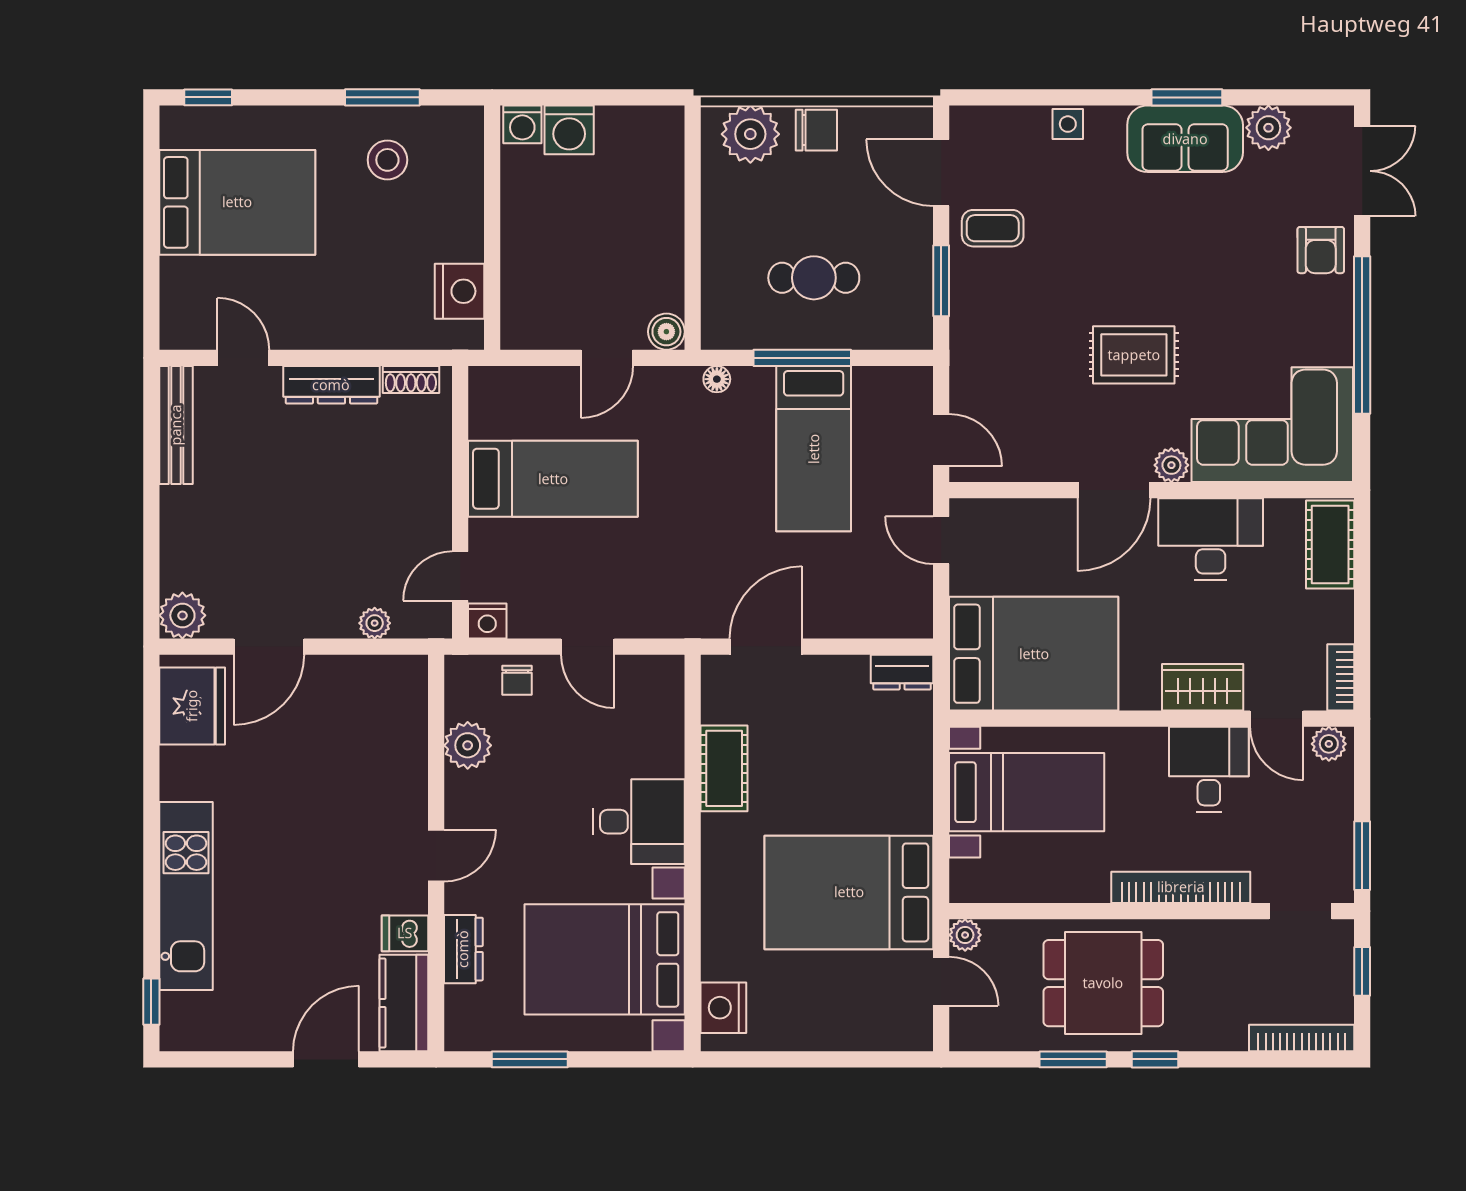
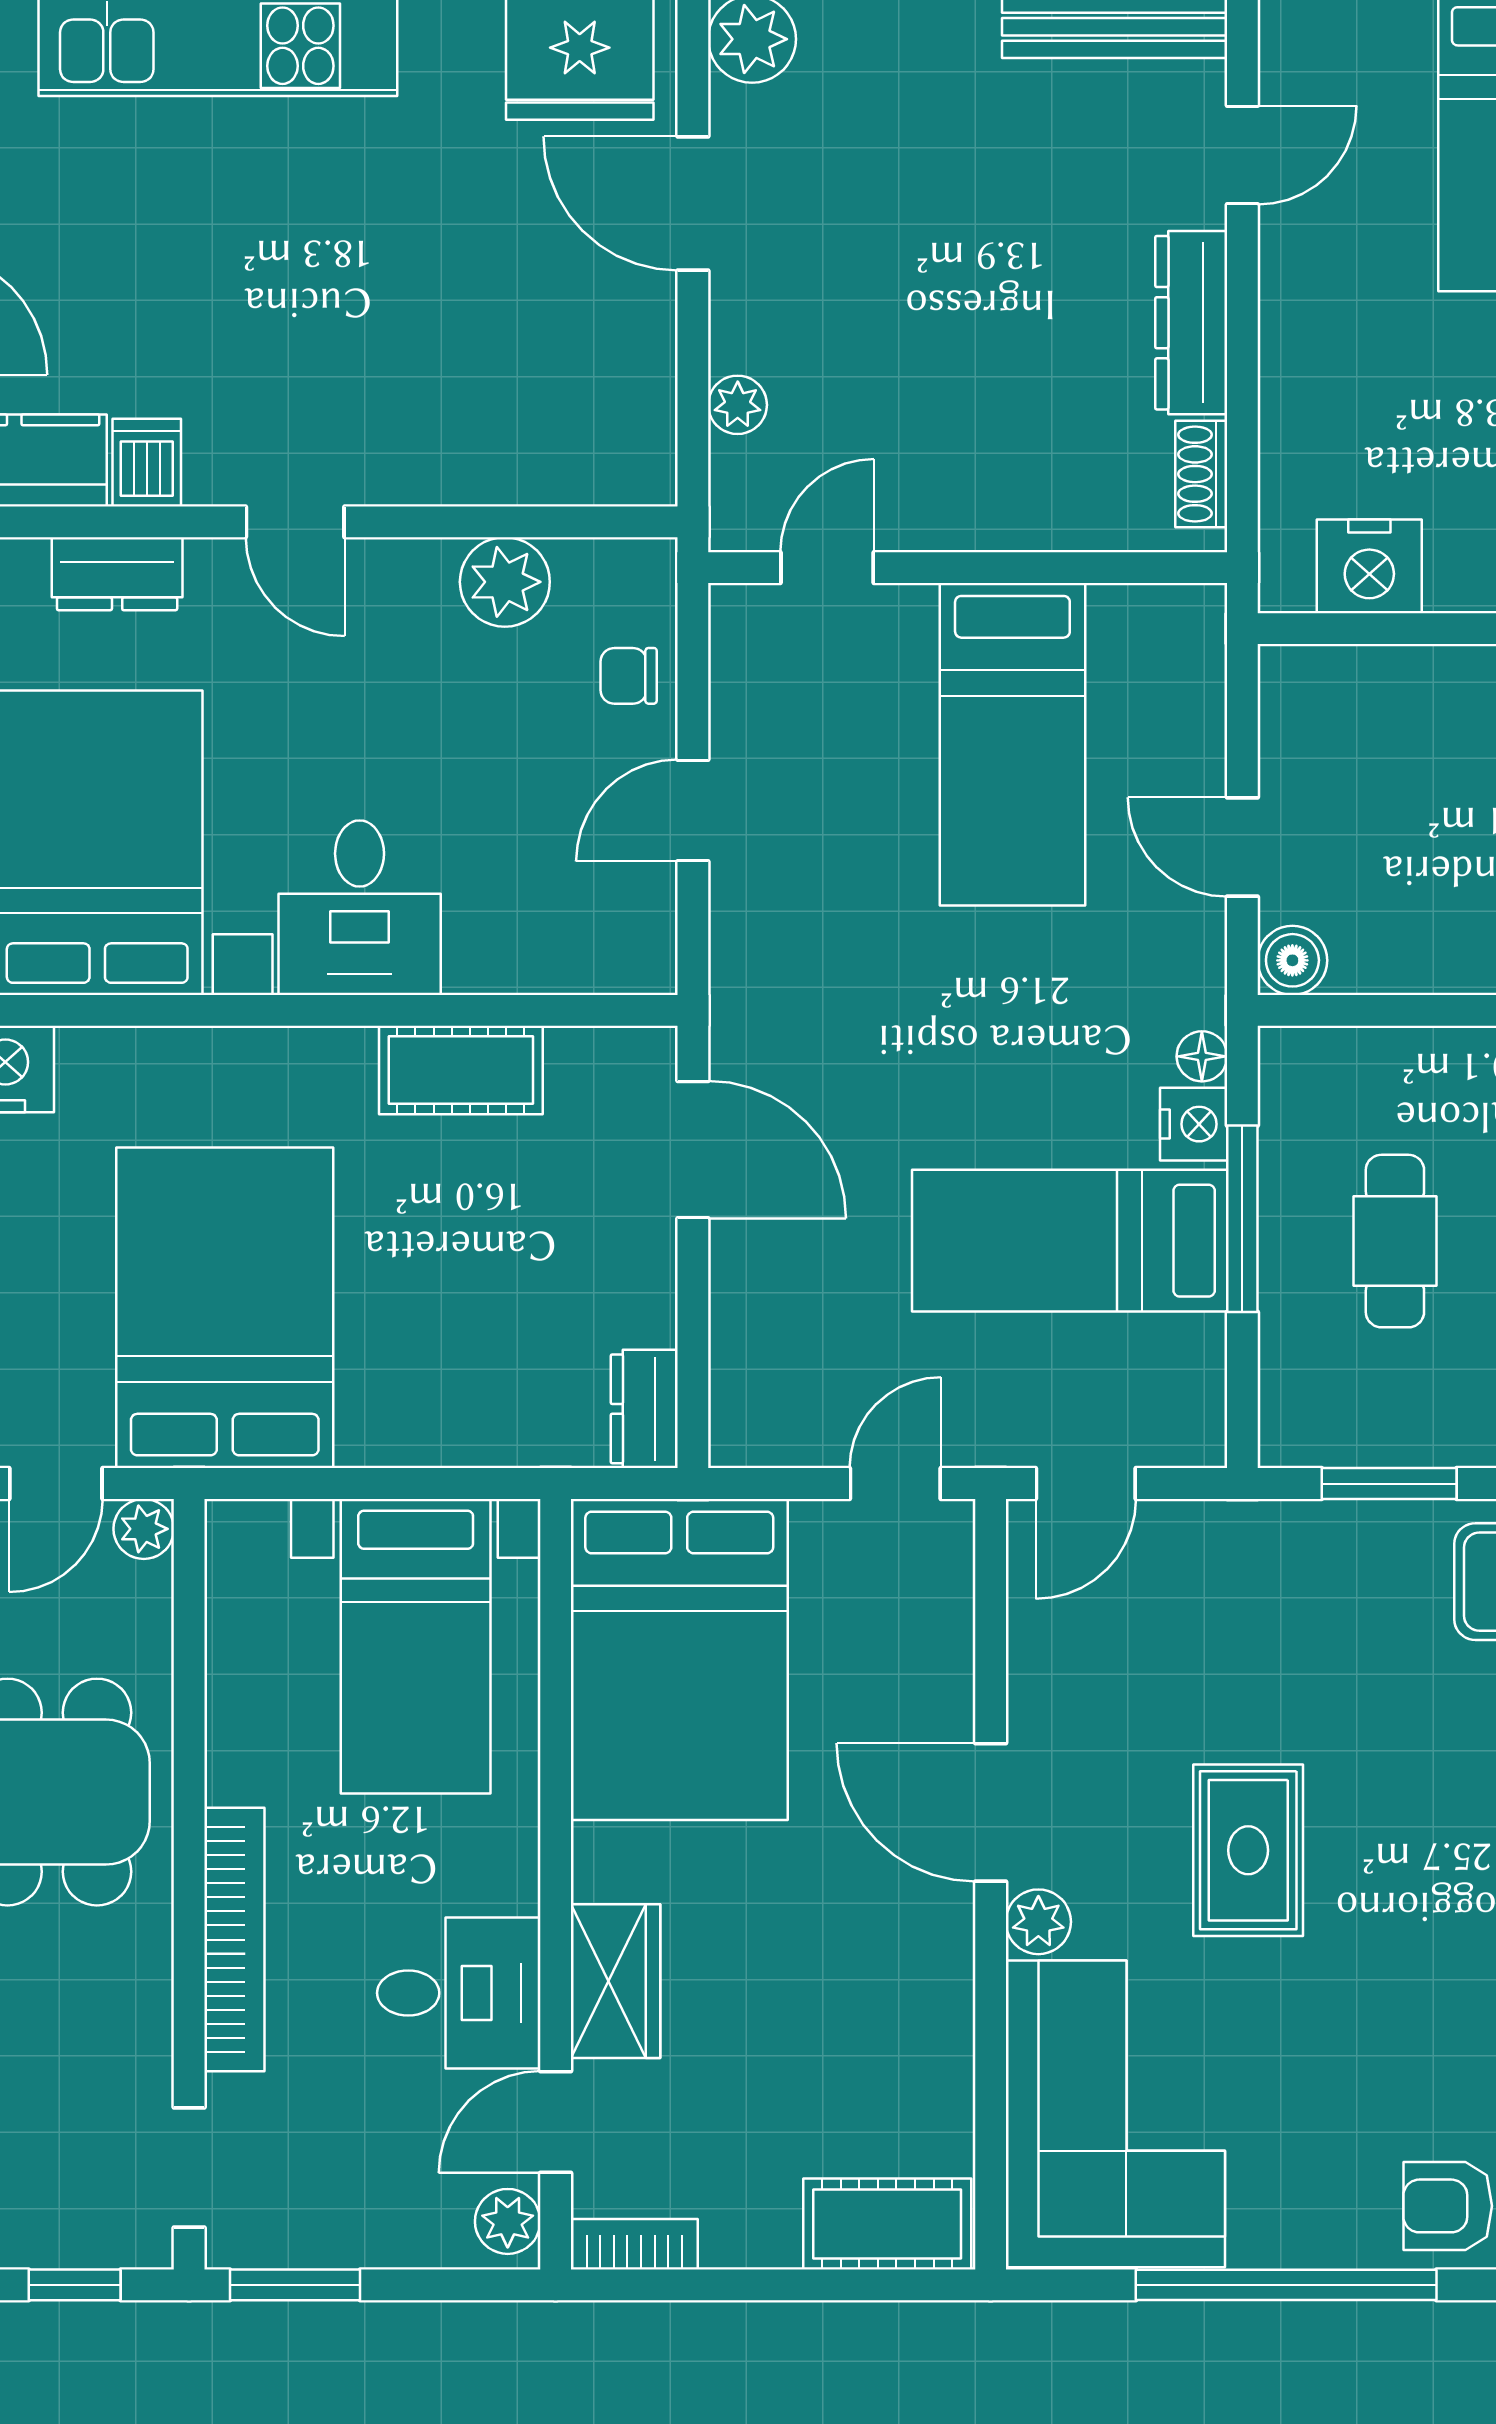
desk: (1211, 539) -> (897, 1996), removed
door: (460, 576) -> (827, 568), hinge flipped
nightstand: (487, 621) -> (1194, 1124), moved, turned 180

